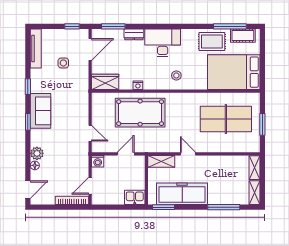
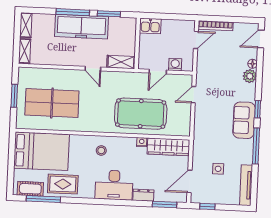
wardrobe: (105, 82) -> (168, 147), width x1.50
window: (28, 87) -> (256, 146), width x2.17
door: (90, 133) -> (193, 95), hinge flipped
washing machine: (98, 161) -> (175, 65), moved
freezer: (182, 194) -> (82, 27), moved
window: (163, 207) -> (109, 14), moved
window: (224, 207) -> (73, 12), moved

